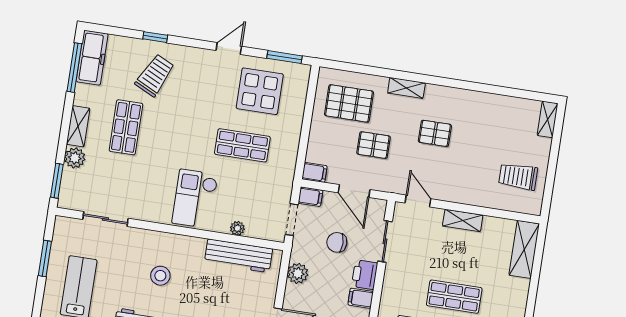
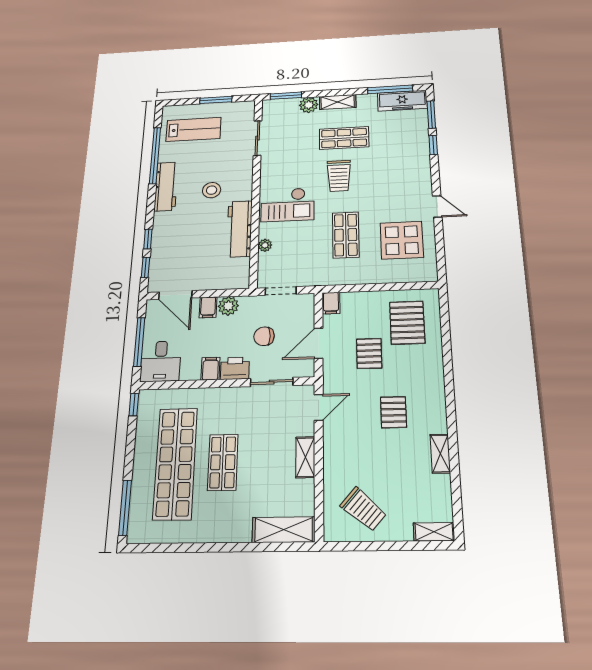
window: (284, 57) -> (431, 115), moved
trolley: (155, 75) -> (339, 176), moved, turned 64
shelving: (406, 88) -> (440, 454), moved
trolley: (518, 177) -> (363, 509), turned 131
filing cabinet: (310, 197) -> (208, 307), moved
checkout: (195, 199) -> (287, 205), turned 180
chair: (337, 242) -> (264, 336), turned -90
workbench: (238, 256) -> (239, 229), moved

